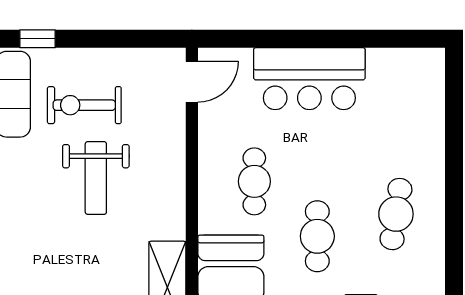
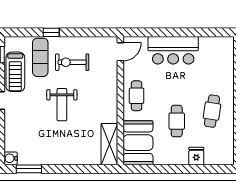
weight bench: (96, 178) -> (62, 105), moved
cafe table: (254, 181) -> (137, 96), moved

